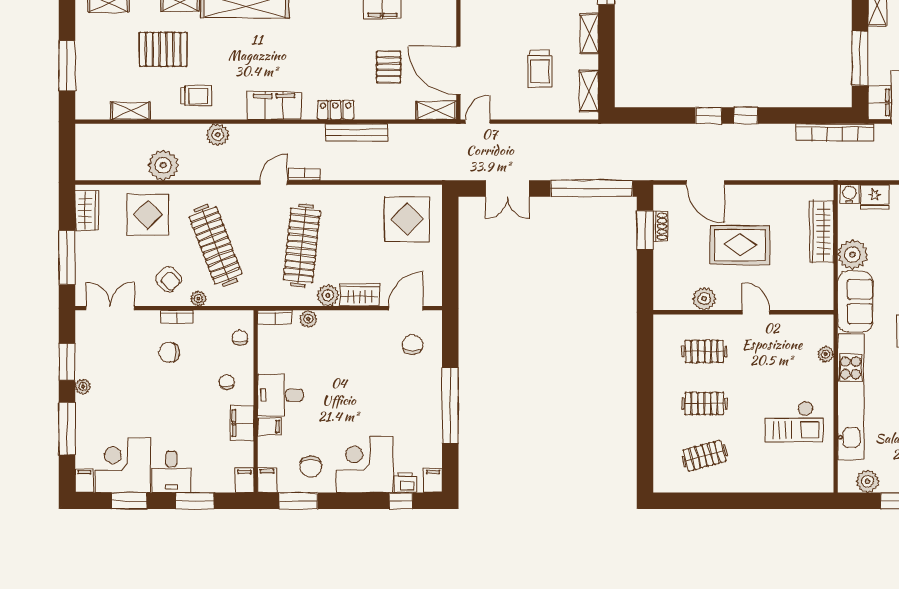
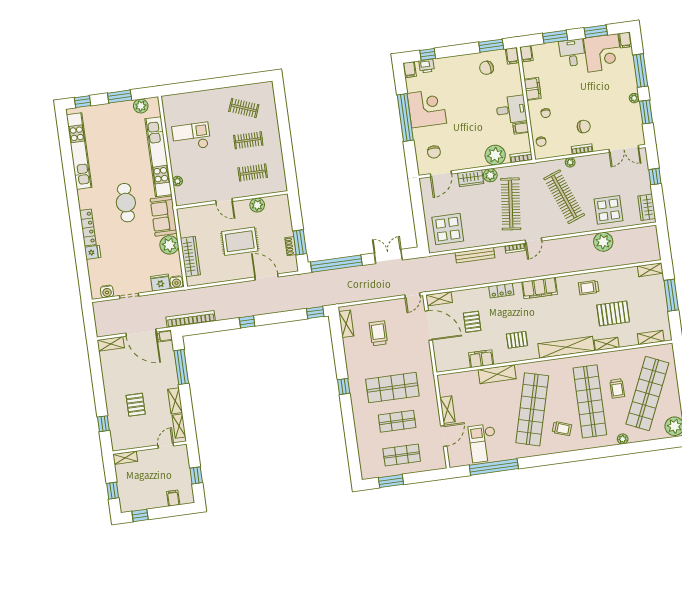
pallet: (321, 28) -> (517, 340), added
shelving: (589, 34) -> (351, 359), removed
filing cabinet: (879, 103) -> (165, 336), width x0.50
shelving: (130, 111) -> (650, 270), moved
window: (709, 116) -> (315, 313), moved
bench: (357, 132) -> (475, 255), moved
plant: (218, 135) -> (572, 265), removed
window: (67, 258) -> (655, 177), width x0.46
armchair: (169, 279) -> (590, 172), removed
plant: (308, 319) -> (495, 155), width x1.88, depth x1.88
filing cabinet: (269, 426) -> (521, 128), moved
clothes rail: (704, 456) -> (244, 108), turned 36
corner desk: (364, 465) -> (427, 108), moved, turned -90
chair: (311, 467) -> (486, 68), turned -101

